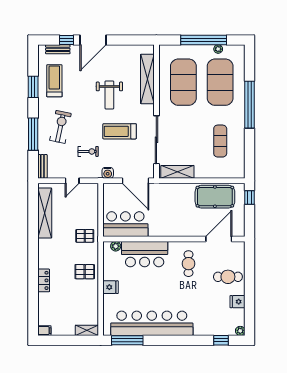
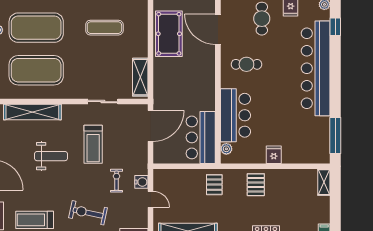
sliding door: (156, 140) -> (103, 102), width x0.54
water cooler: (108, 173) -> (141, 182), moved
bar counter: (152, 323) -> (316, 68), moved

